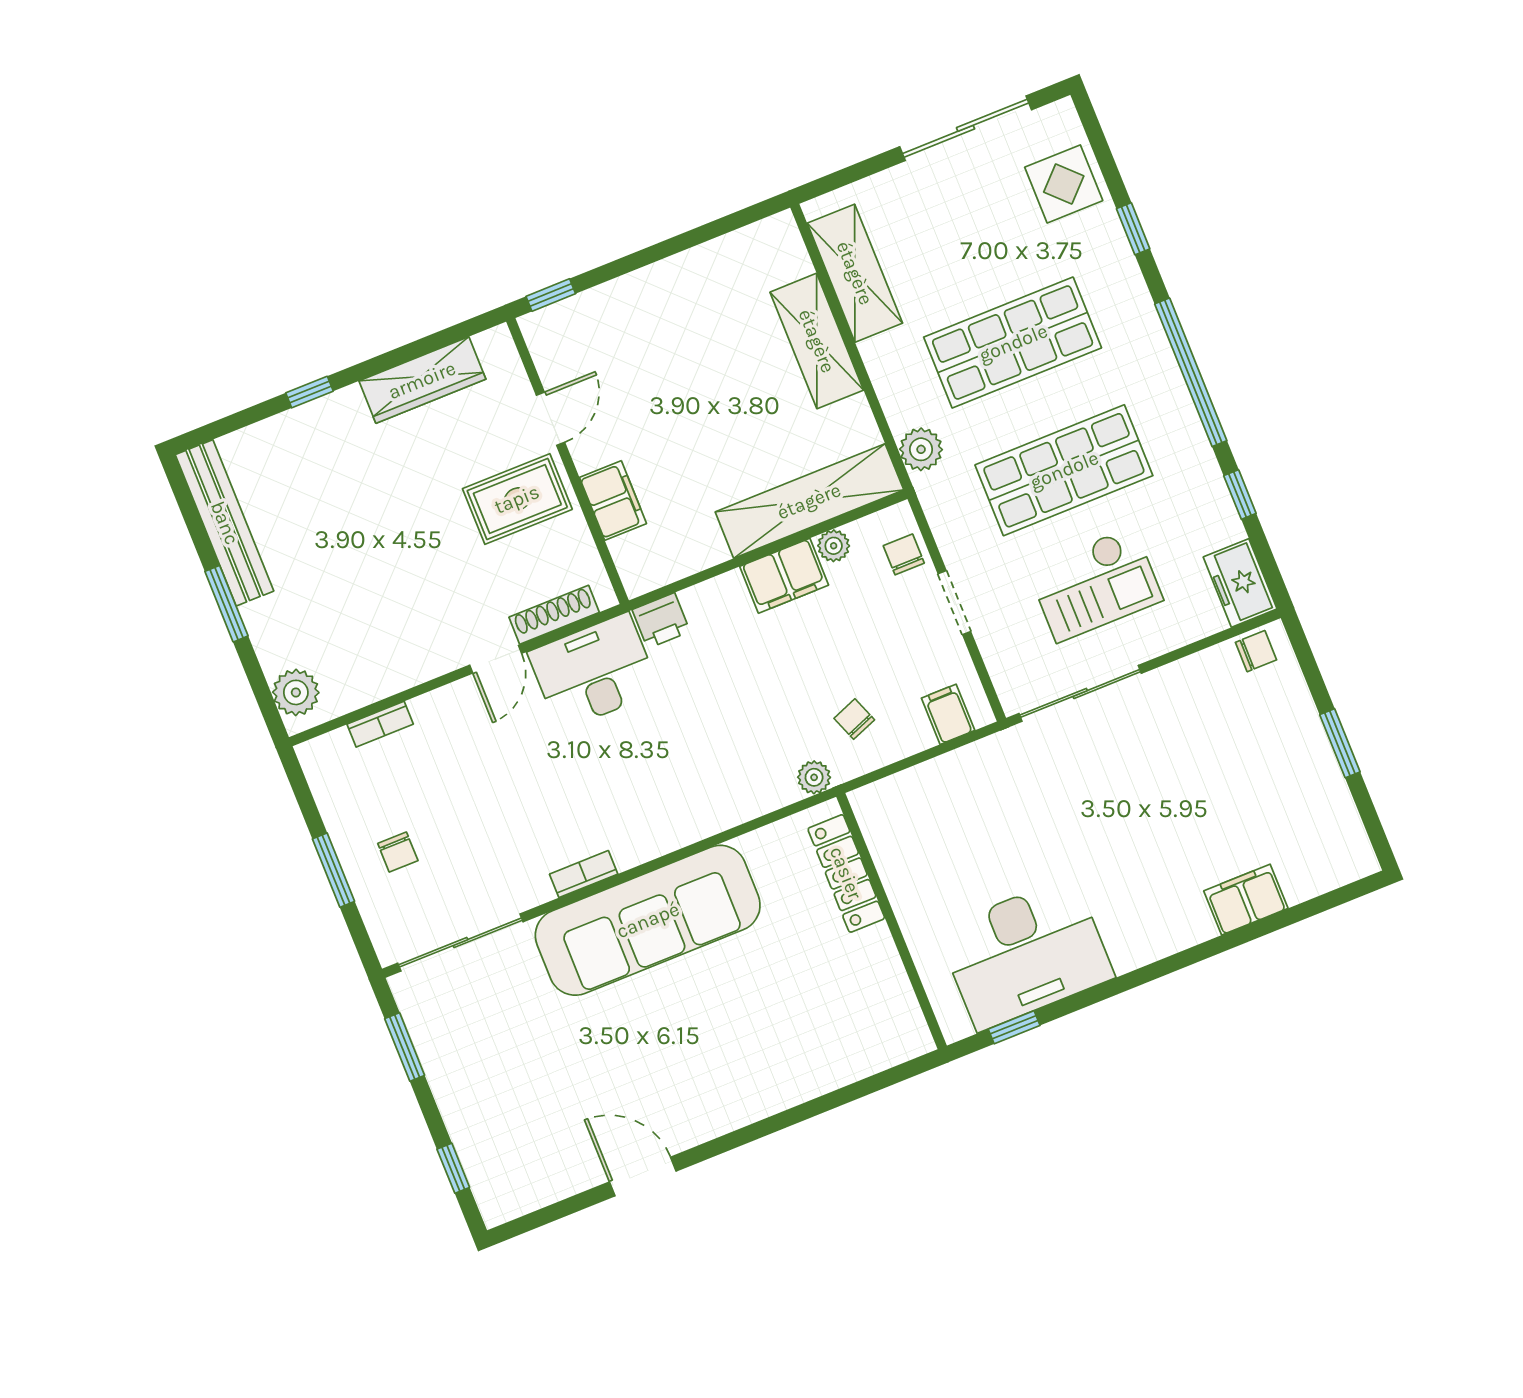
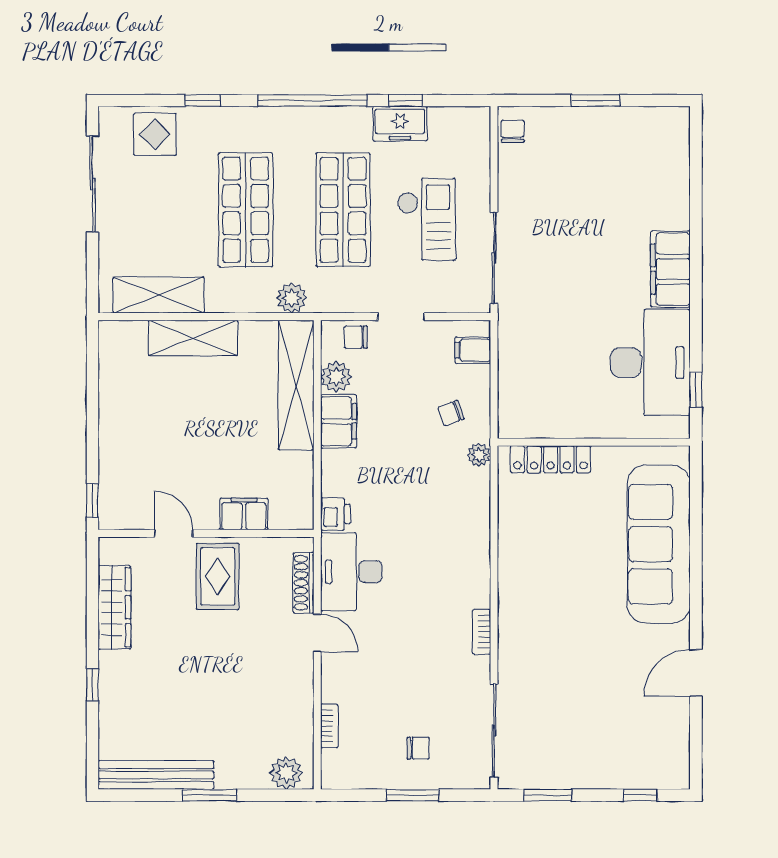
plant: (834, 546) -> (336, 377), width x1.38, depth x1.38
freezer: (1240, 583) -> (400, 124), moved
filing cabinet: (1246, 900) -> (670, 269), moved, width x1.50, depth x1.17
sofa: (648, 920) -> (659, 544), moved, turned 180

